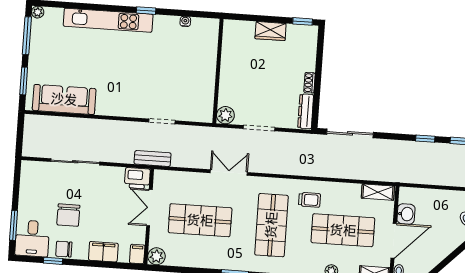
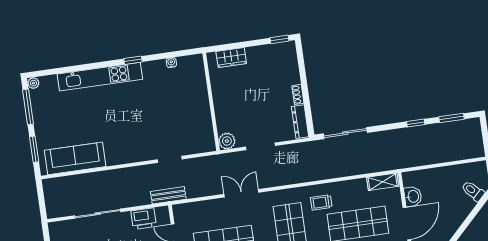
wardrobe: (271, 31) -> (231, 57), moved
printer: (137, 178) -> (144, 219), moved
trolley: (310, 200) -> (321, 202), turned 180

